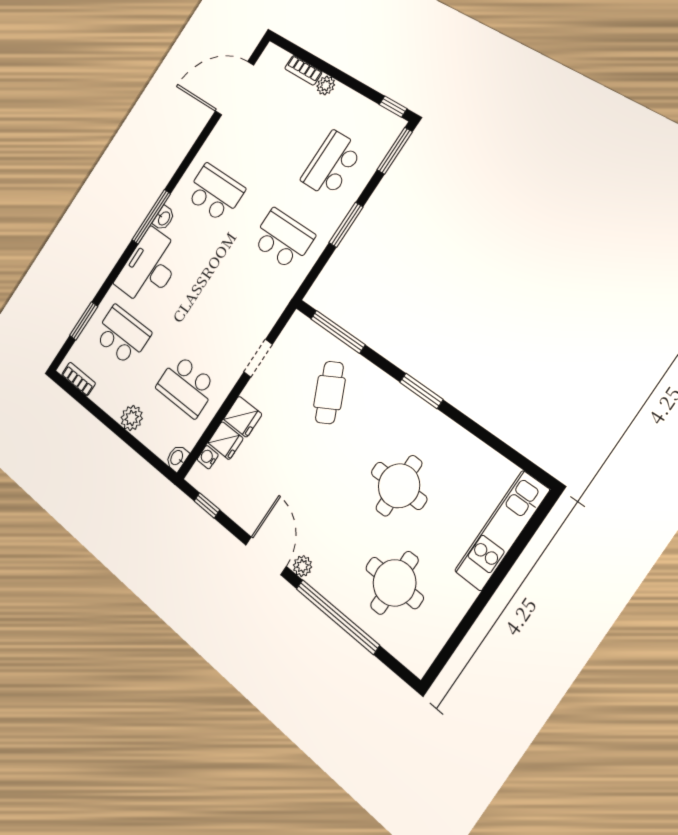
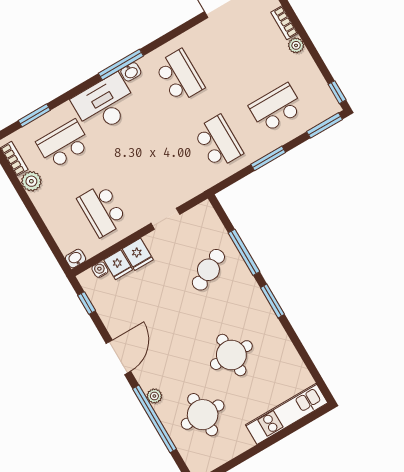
window: (338, 332) -> (244, 252), moved
school desk: (122, 335) -> (64, 144), turned -90
plant: (132, 418) -> (31, 181), moved
plant: (302, 566) -> (154, 396), moved

